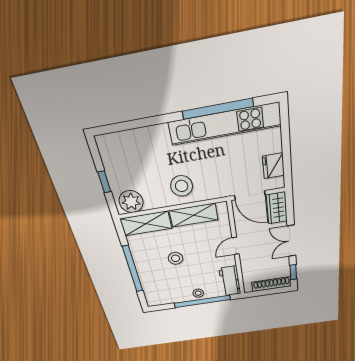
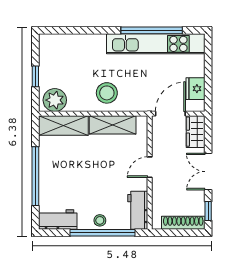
door: (250, 195) -> (170, 114), swing flipped
stool: (176, 258) -> (84, 171), removed
workbench: (162, 298) -> (58, 220), added

